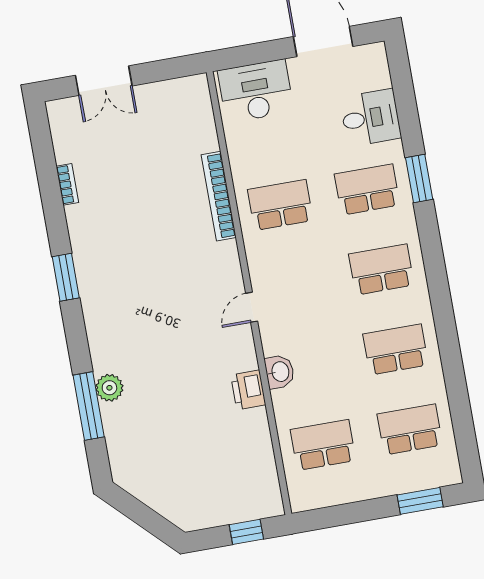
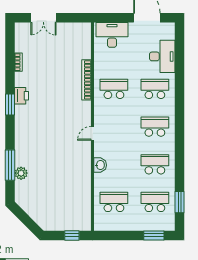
desk: (370, 118) -> (162, 56), width x1.37
window: (419, 178) -> (180, 202), moved
plant: (109, 388) -> (21, 173), moved
printer: (248, 390) -> (22, 96), moved, turned 180

